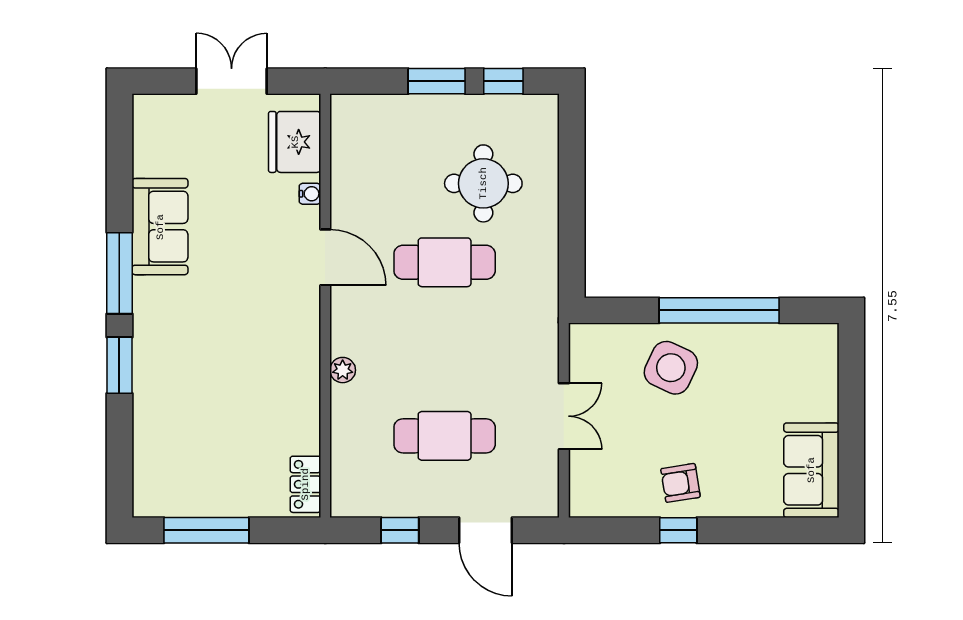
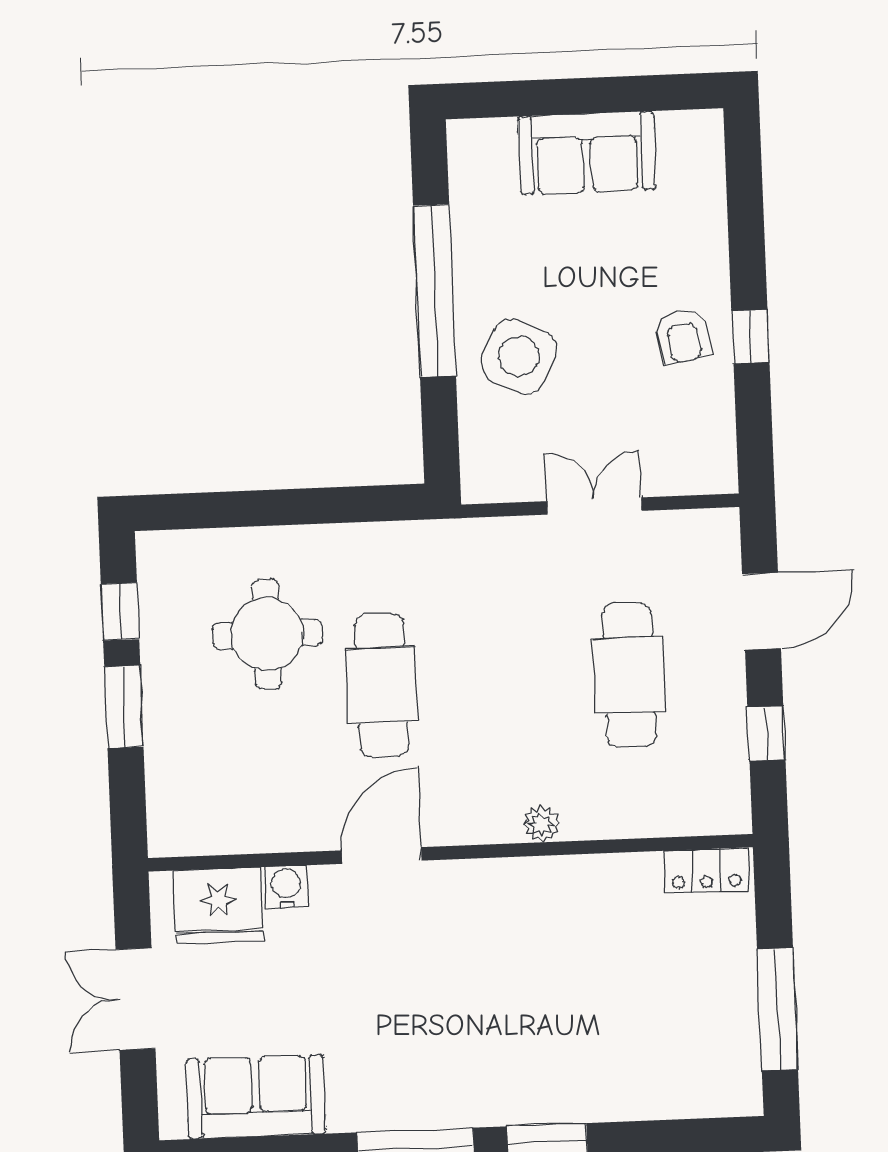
water cooler: (310, 194) -> (286, 887), width x1.38, depth x1.38
sofa: (160, 227) -> (256, 1097), moved
sofa: (811, 470) -> (587, 153), moved

